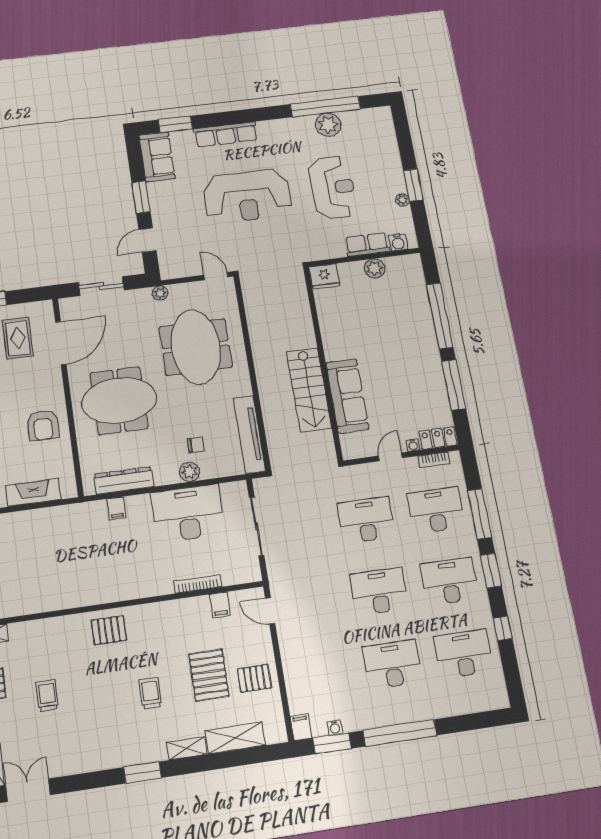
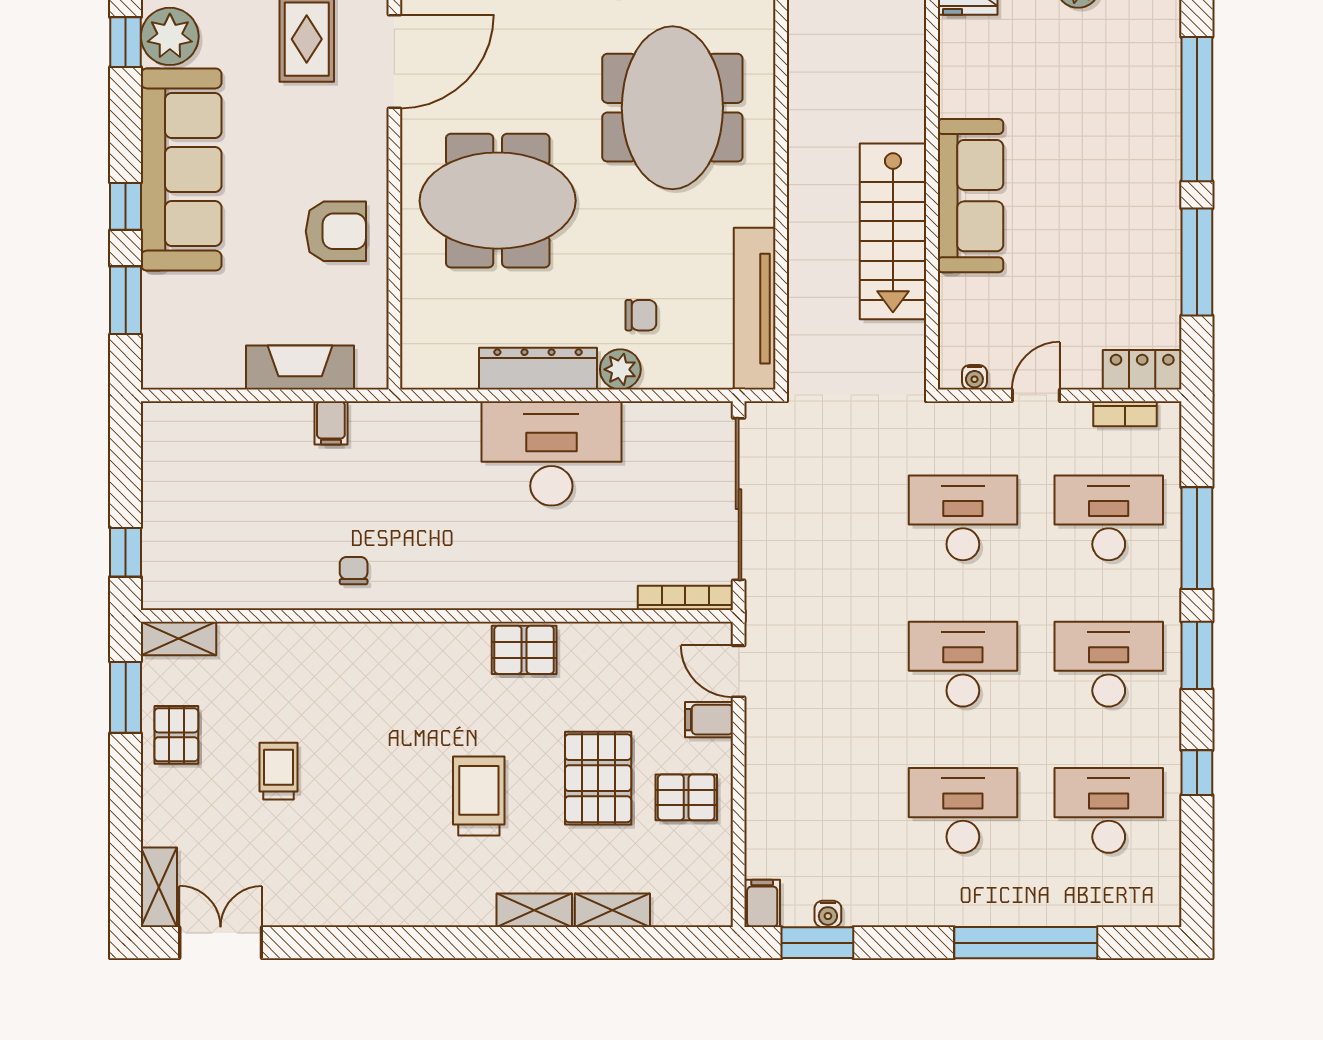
sofa: (347, 396) -> (970, 196), moved
armchair: (43, 425) -> (336, 231), turned -90
water cooler: (413, 445) -> (974, 377), moved
dresser: (124, 481) -> (538, 369), moved
filing cabinet: (116, 508) -> (331, 423), moved
desk: (188, 513) -> (551, 453), moved
sliding door: (256, 526) -> (739, 499), width x1.36
bookcase: (198, 584) -> (685, 598), moved
chair: (72, 588) -> (354, 571), added
filing cabinet: (220, 605) -> (709, 720), moved, turned 90
pallet: (109, 630) -> (524, 650), moved
trolley: (150, 693) -> (479, 796), width x1.36, depth x1.39
window: (400, 733) -> (1026, 943), moved
shelving: (235, 738) -> (612, 910), width x0.67, depth x0.75
window: (143, 773) -> (443, 943), removed

